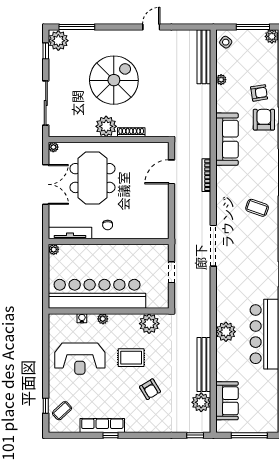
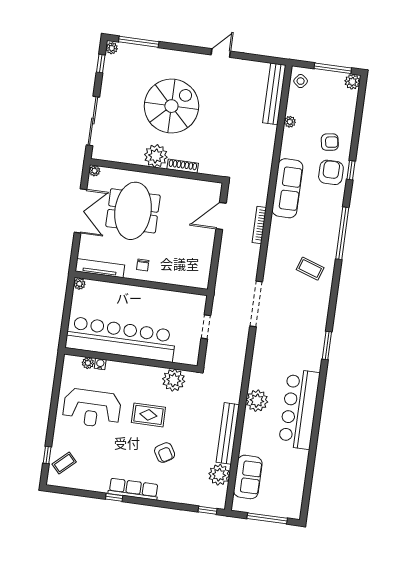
plant: (58, 41) -> (112, 48), width x0.53, depth x0.53
plant: (103, 319) -> (88, 363), moved
row of seats: (102, 425) -> (133, 489), moved

